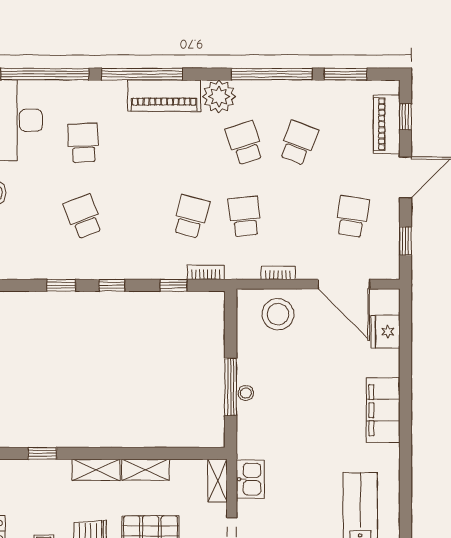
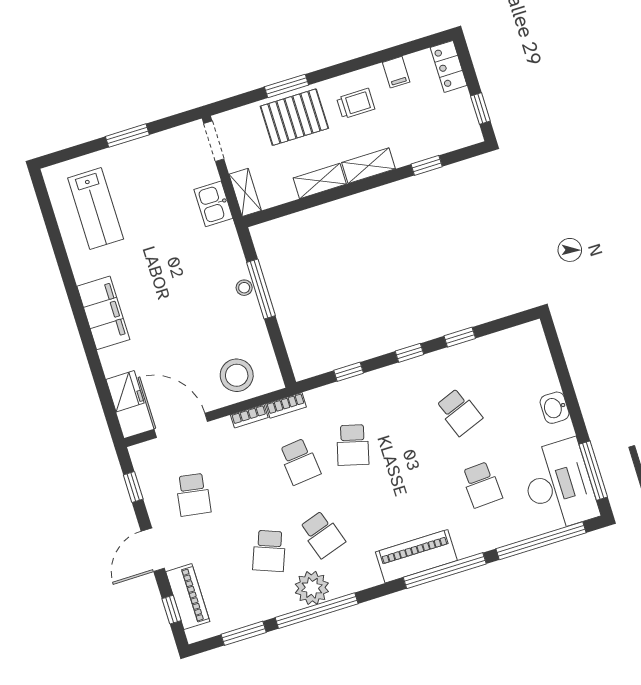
plant: (219, 96) -> (312, 588), moved
bookcase: (206, 272) -> (286, 405), moved

